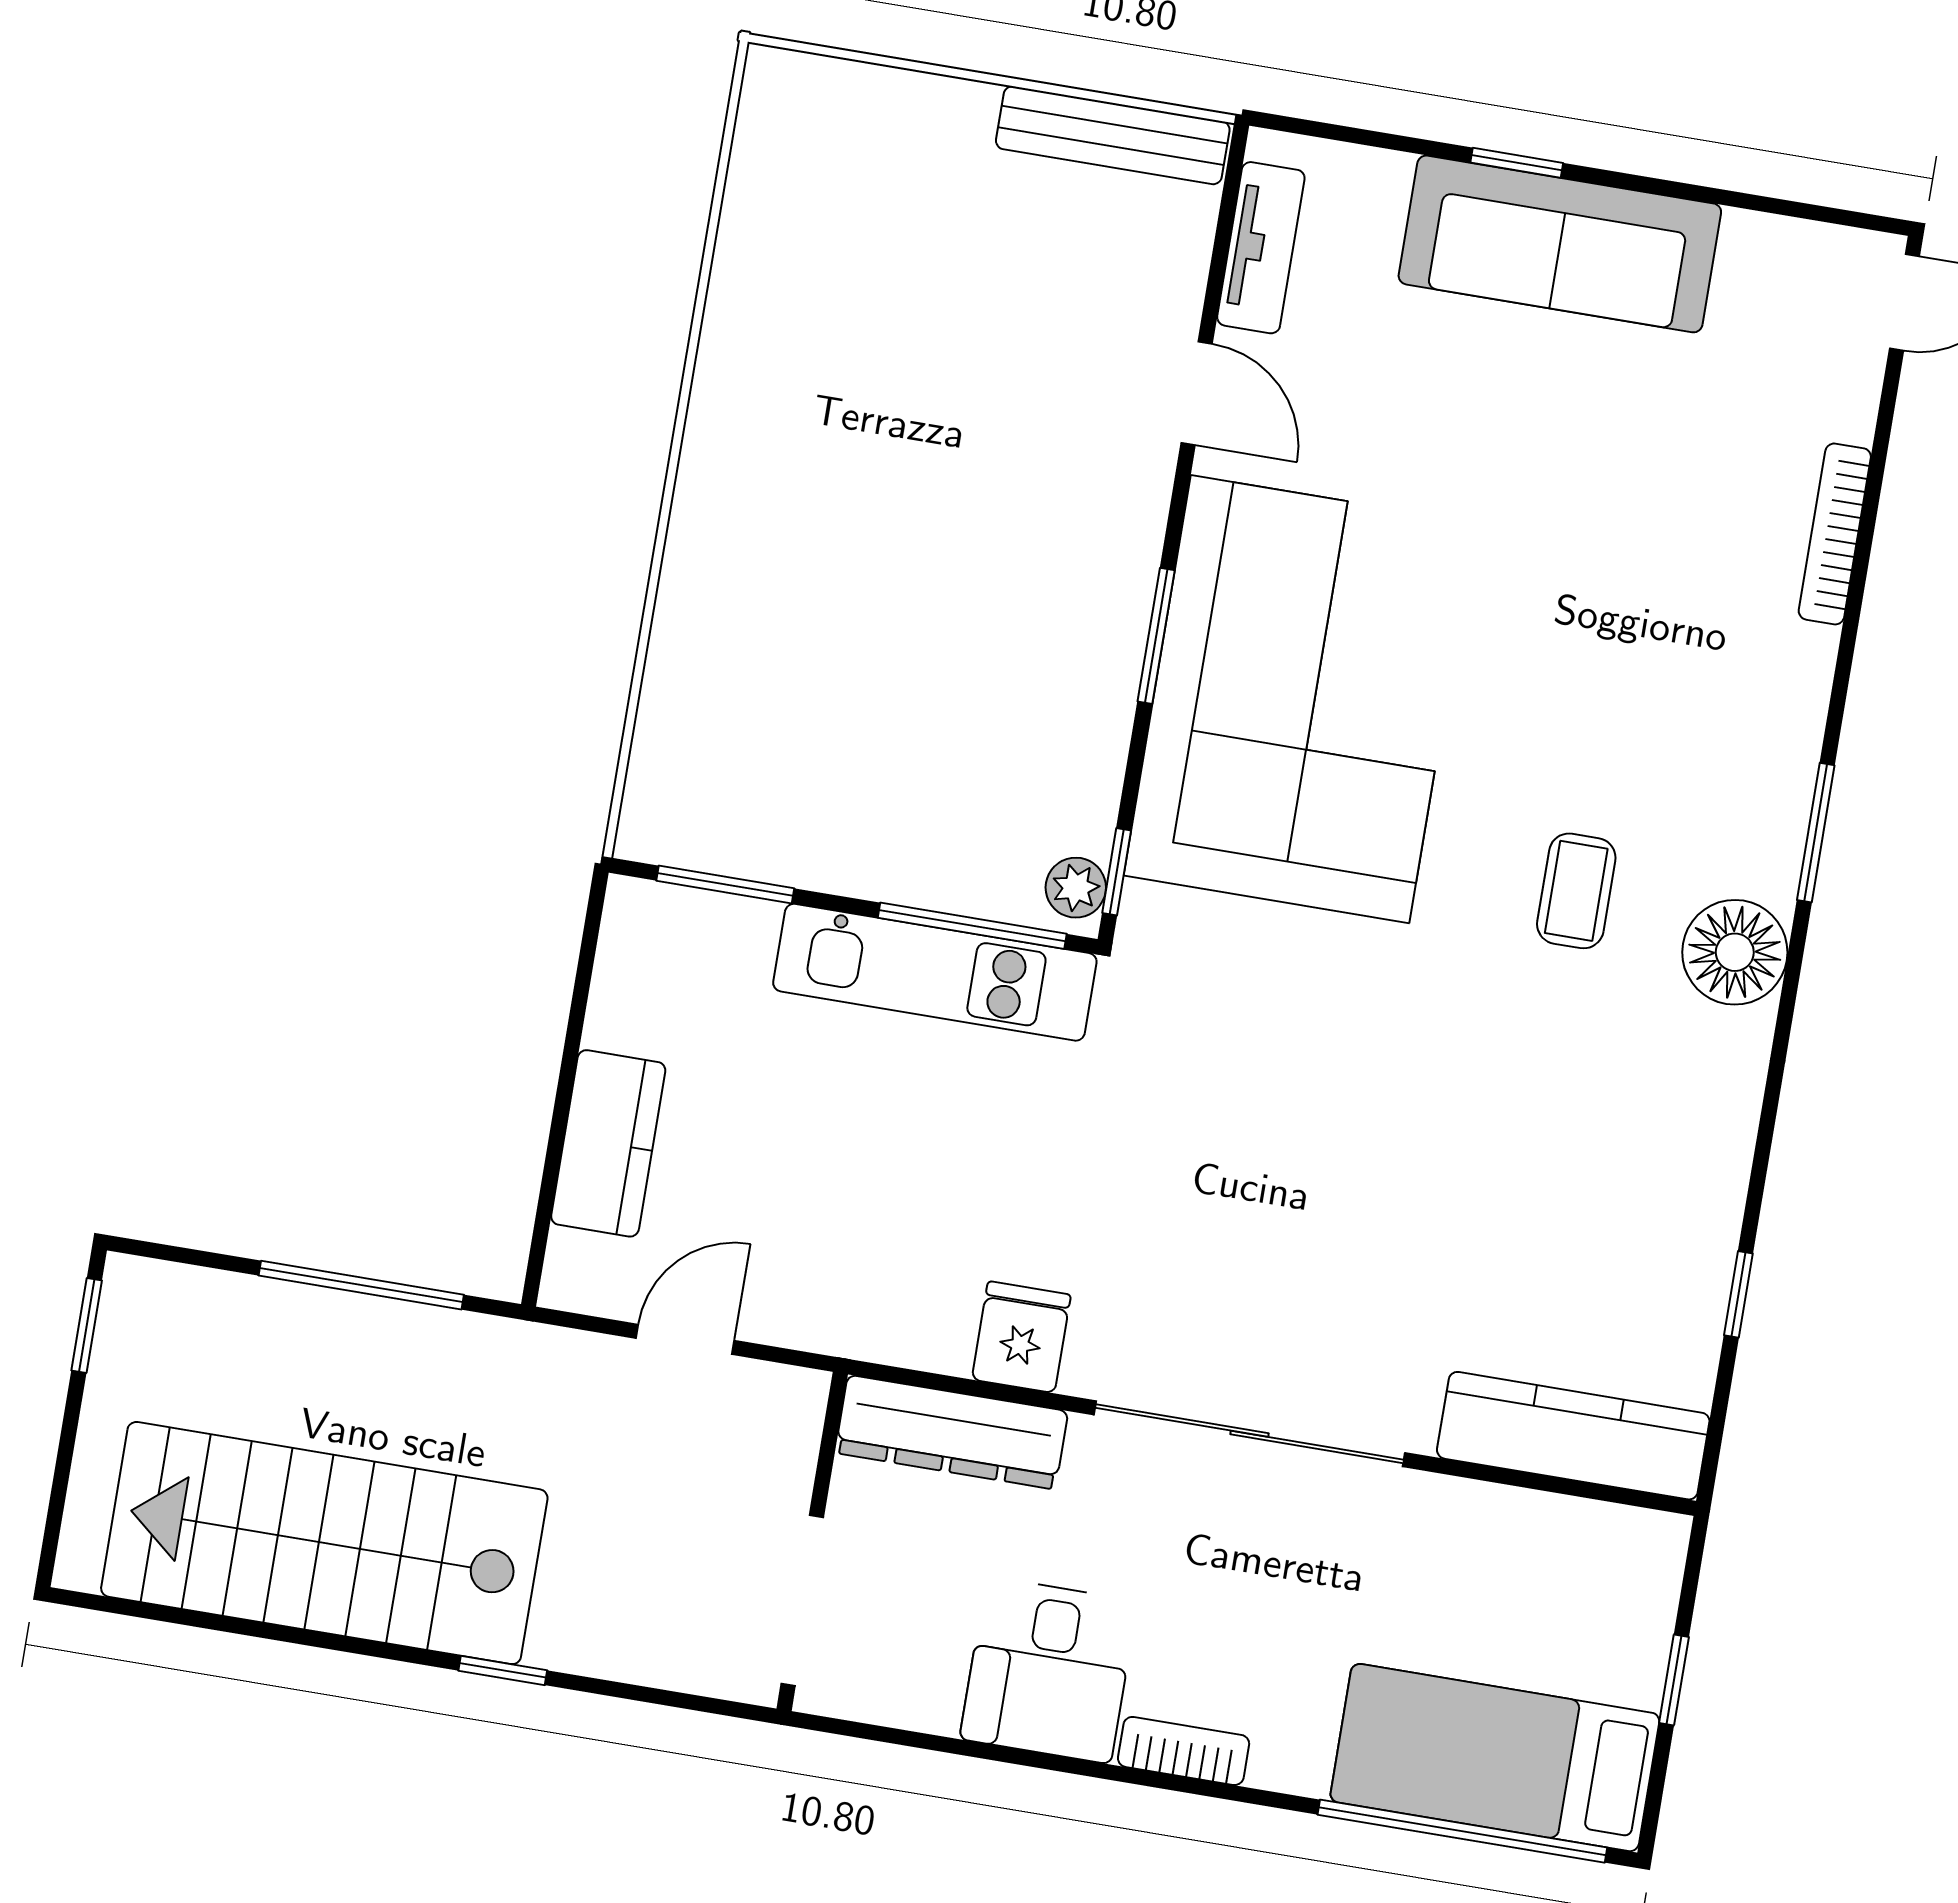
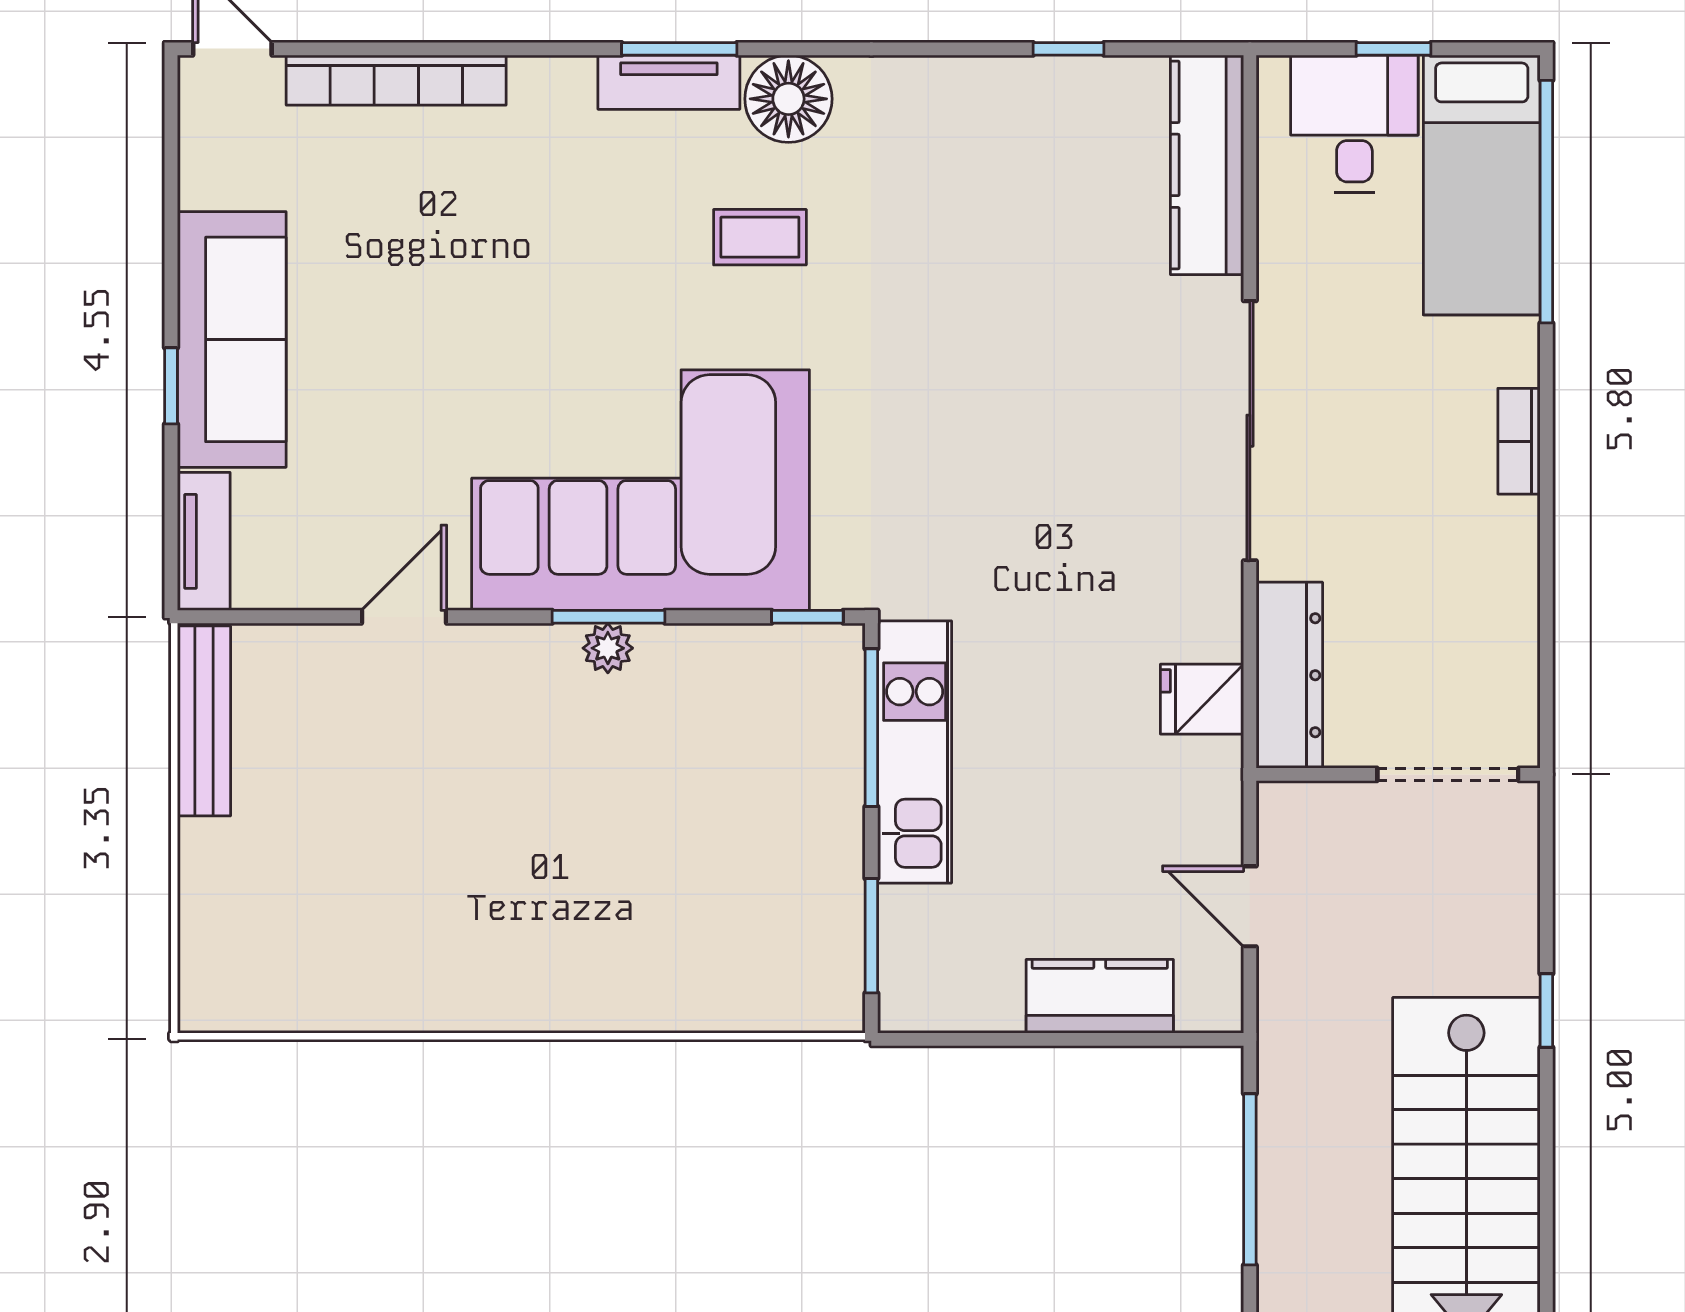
tv unit: (1261, 248) -> (204, 541), moved, turned 90
bookcase: (1835, 534) -> (396, 80), width x1.48, depth x1.31
tv unit: (1778, 814) -> (669, 82), added
plant: (1076, 888) -> (608, 648), moved
fridge: (1021, 1337) -> (1202, 699), moved
desk: (1049, 1670) -> (1354, 124), moved, turned -90

